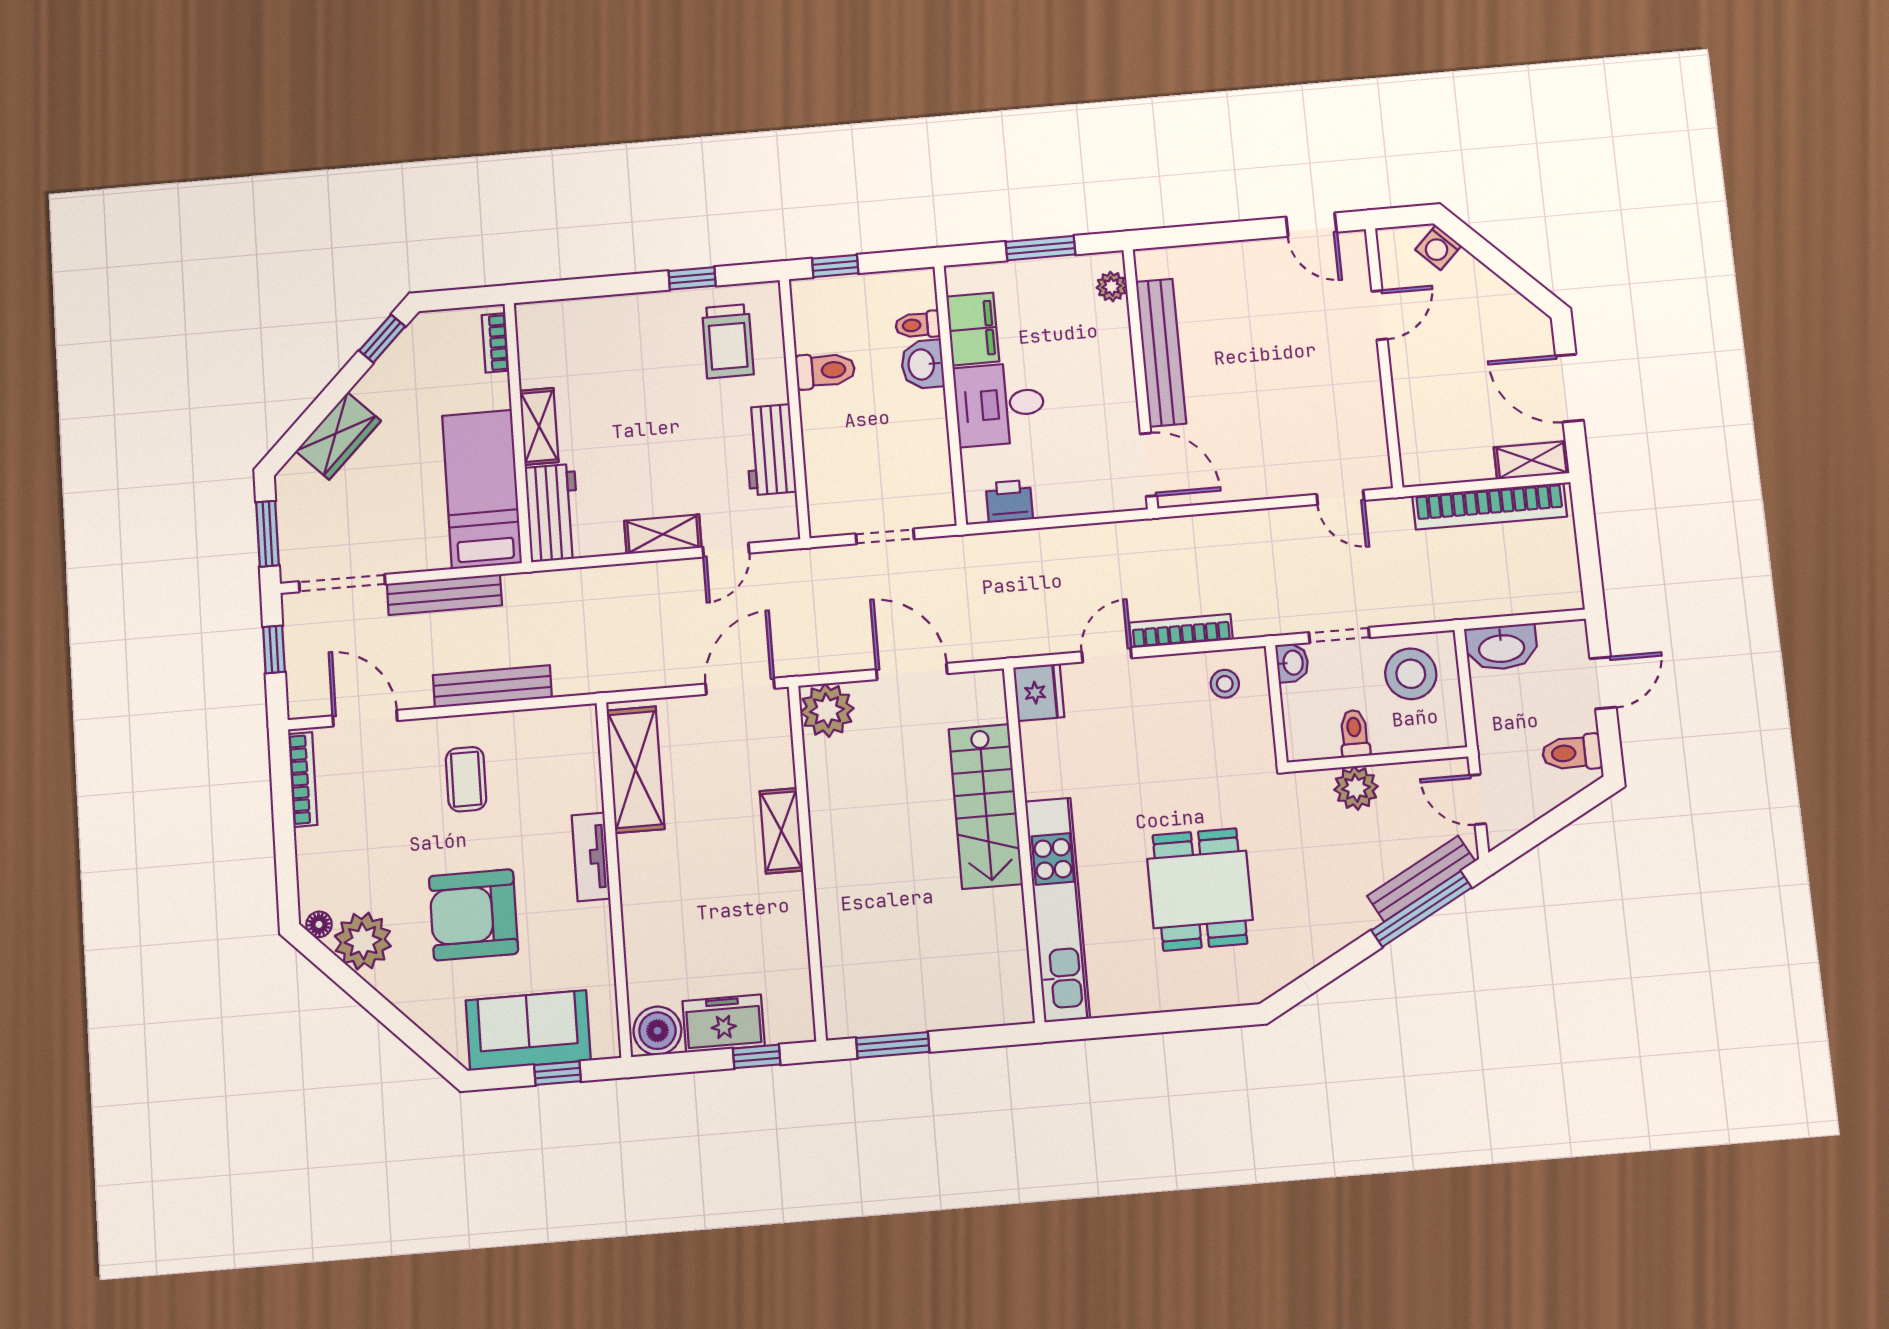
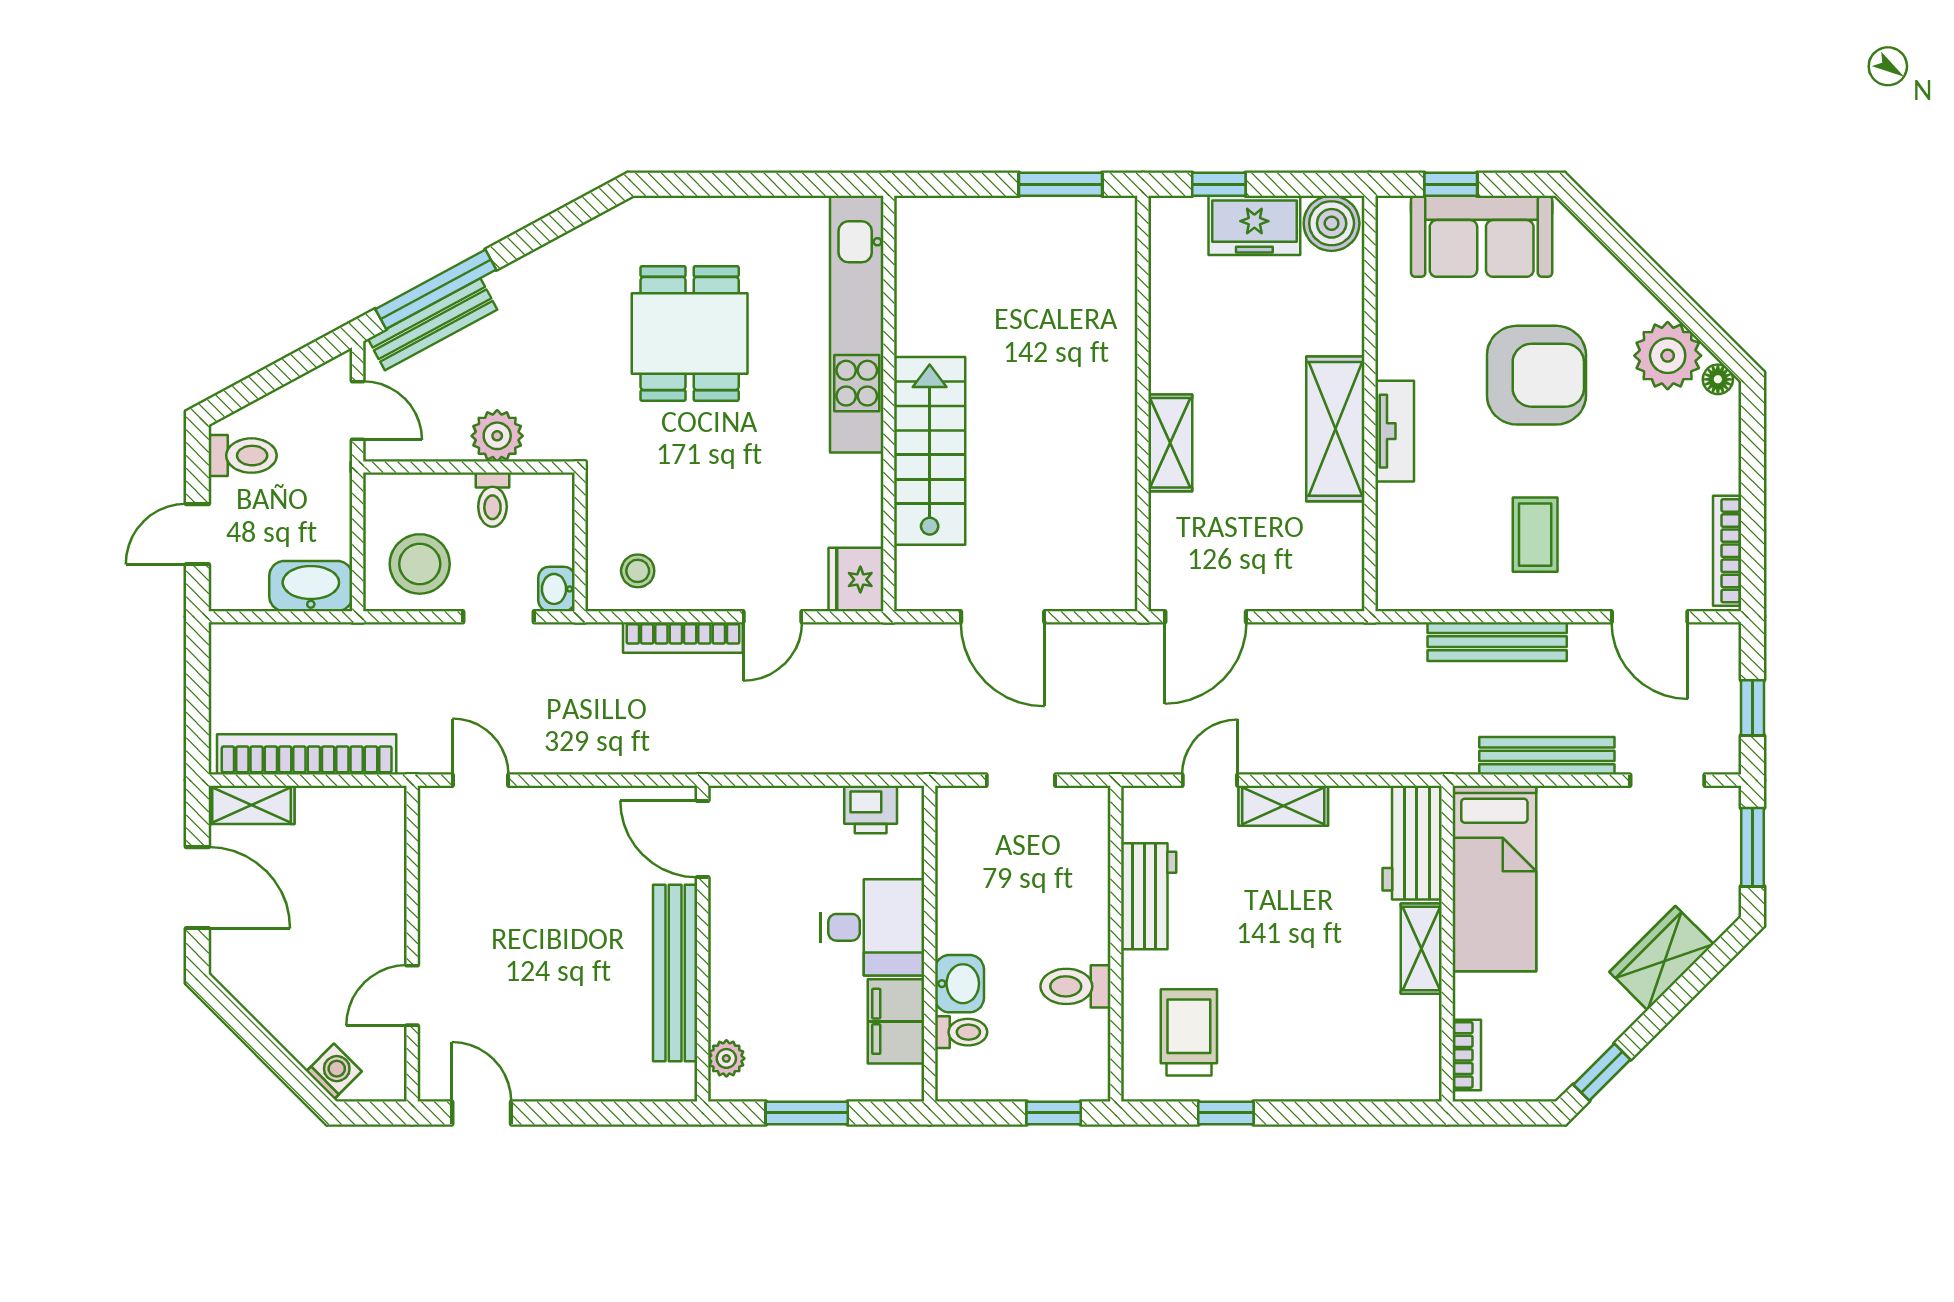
doorway: (342, 583) -> (1667, 780), width x0.73
plant: (827, 710) -> (1106, 580), removed
shelving: (636, 770) -> (1335, 429), moved

